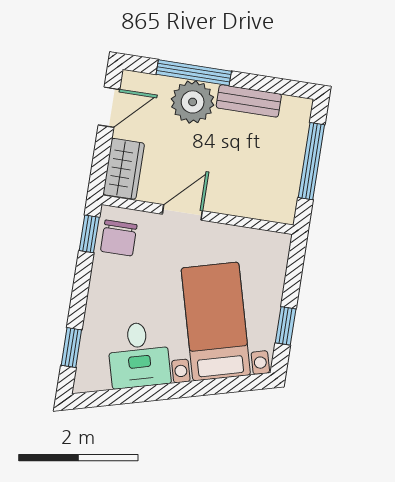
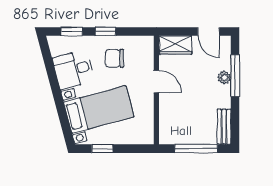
bench: (249, 101) -> (224, 127), moved
plant: (193, 102) -> (224, 78), width x0.53, depth x0.53
window: (89, 234) -> (106, 32), moved
chair: (119, 238) -> (114, 58), moved

